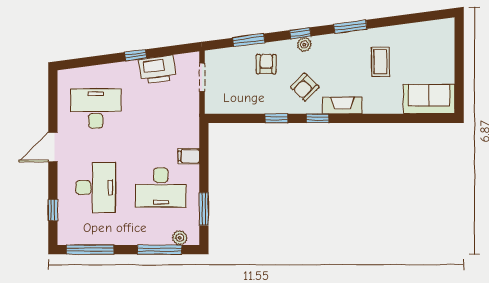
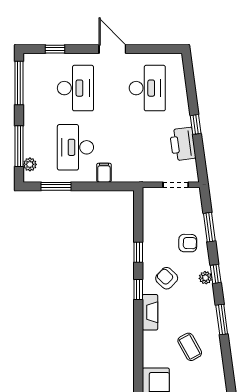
coffee table: (380, 62) -> (190, 347), turned 61
desk: (96, 187) -> (75, 88), turned -90

